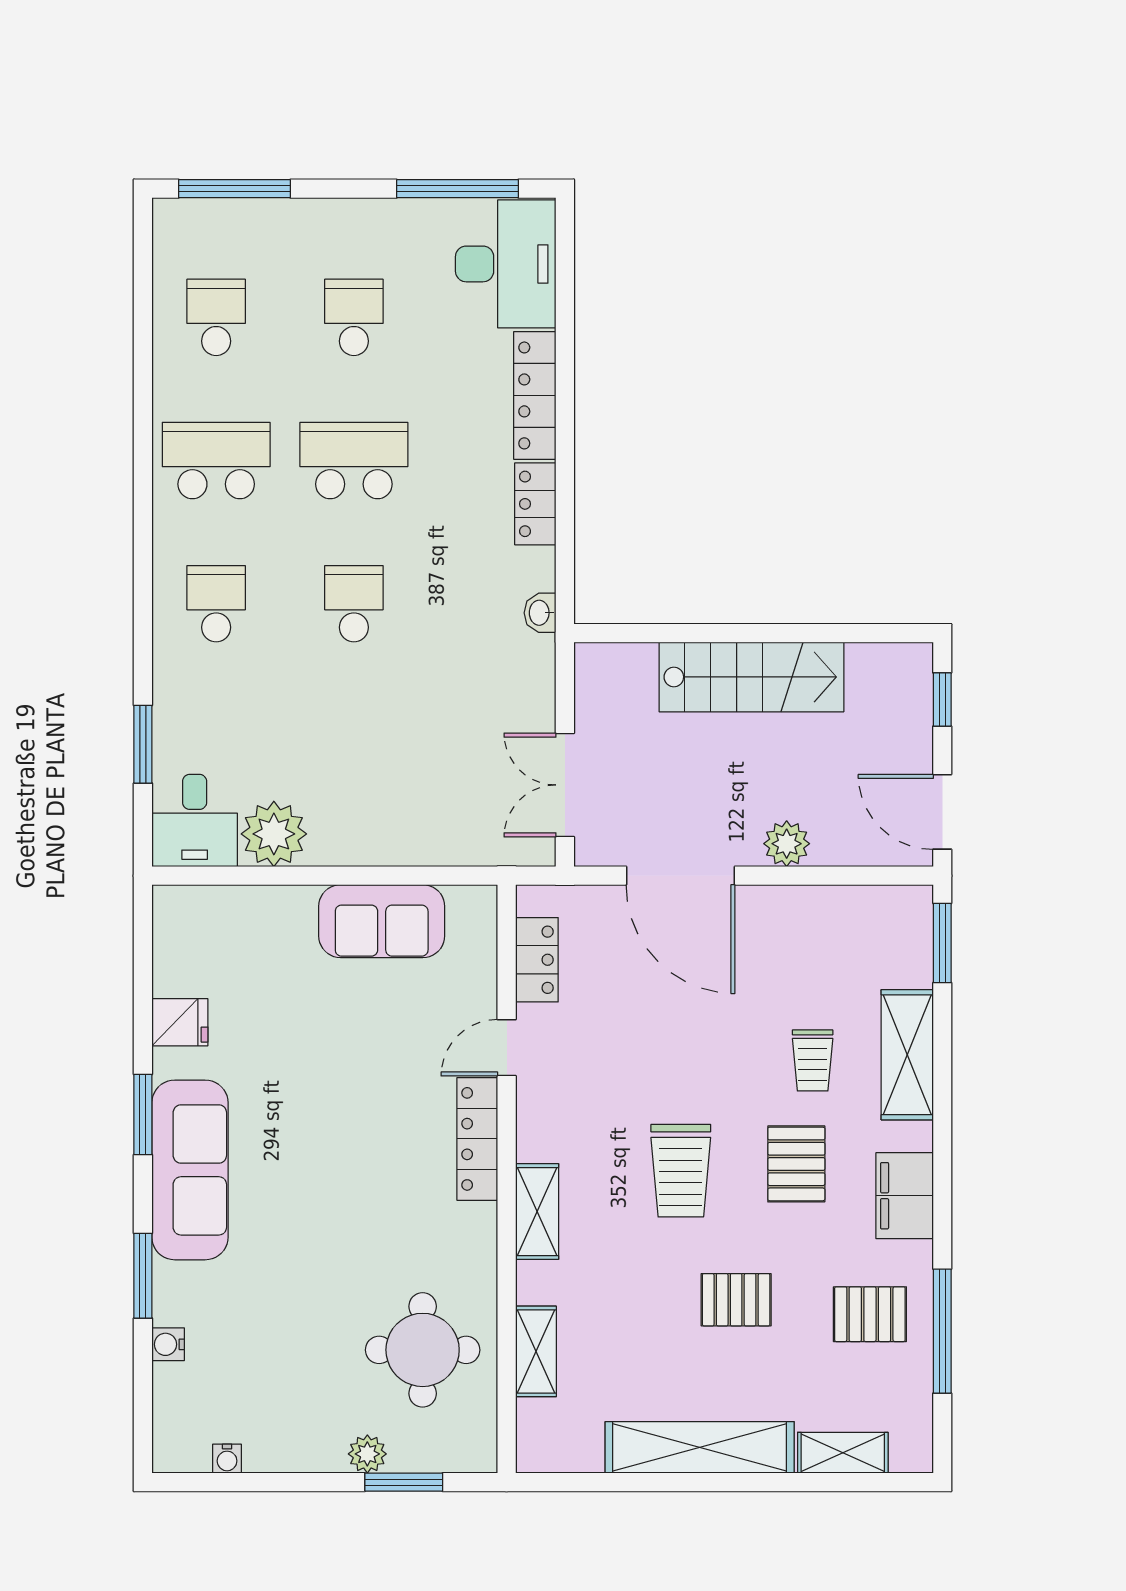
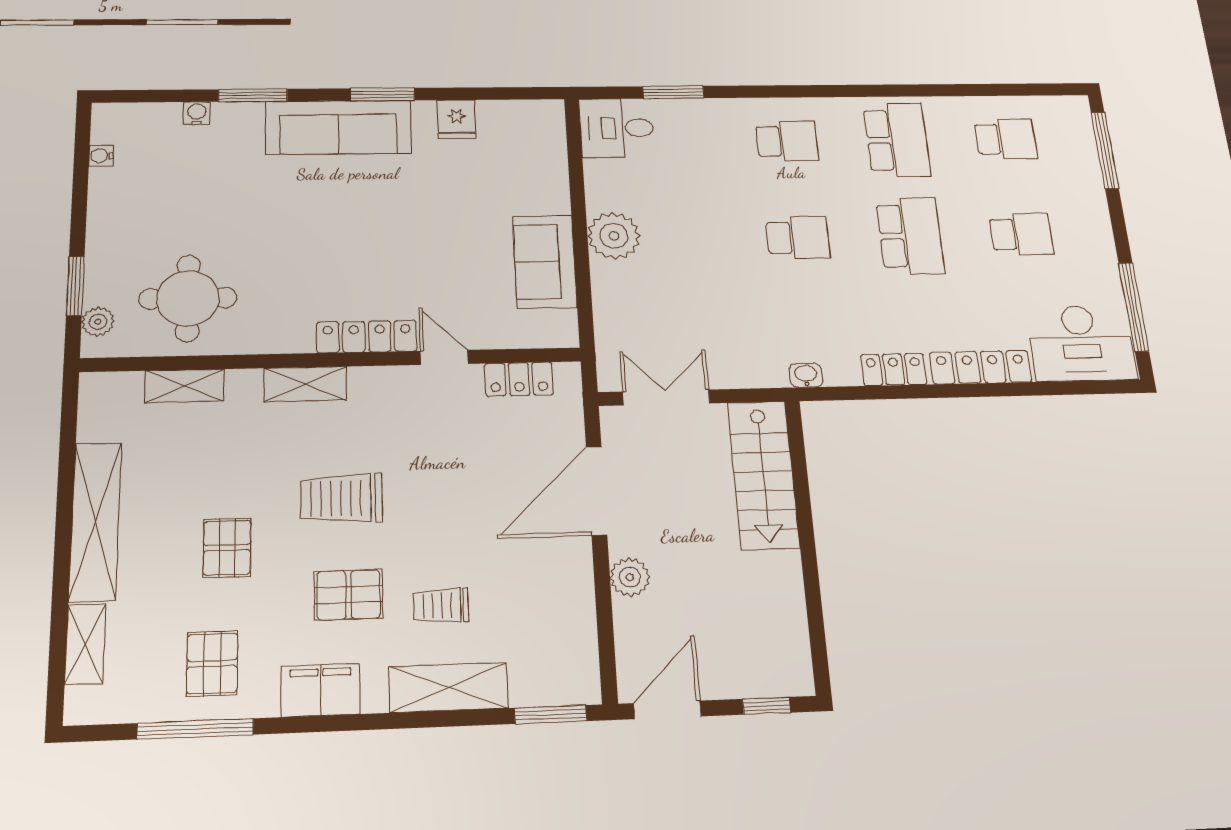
stairs: (751, 677) -> (763, 475), moved
plant: (274, 834) -> (614, 236), moved
plant: (367, 1454) -> (98, 322), moved

